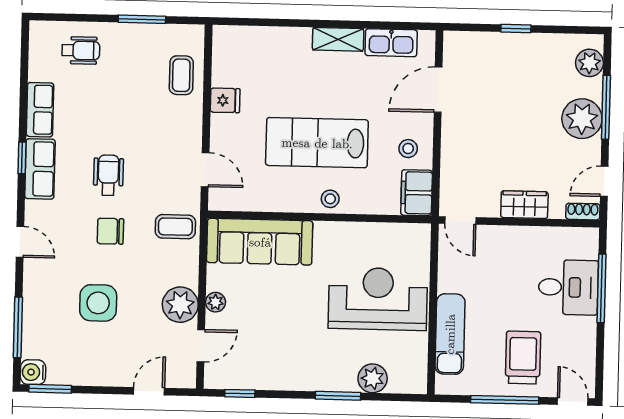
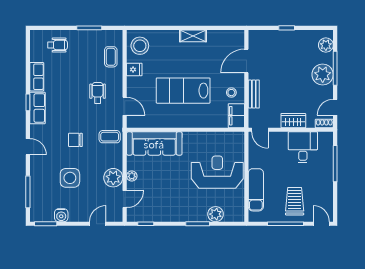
kitchen sink: (391, 43) -> (221, 37), removed
bench: (451, 152) -> (254, 94), added
wheelchair: (108, 175) -> (98, 93), moved
stool: (330, 199) -> (140, 46), moved, width x1.89, depth x1.89
desk: (568, 287) -> (303, 147), moved, turned -90
water cooler: (33, 372) -> (61, 215), moved, turned -90

